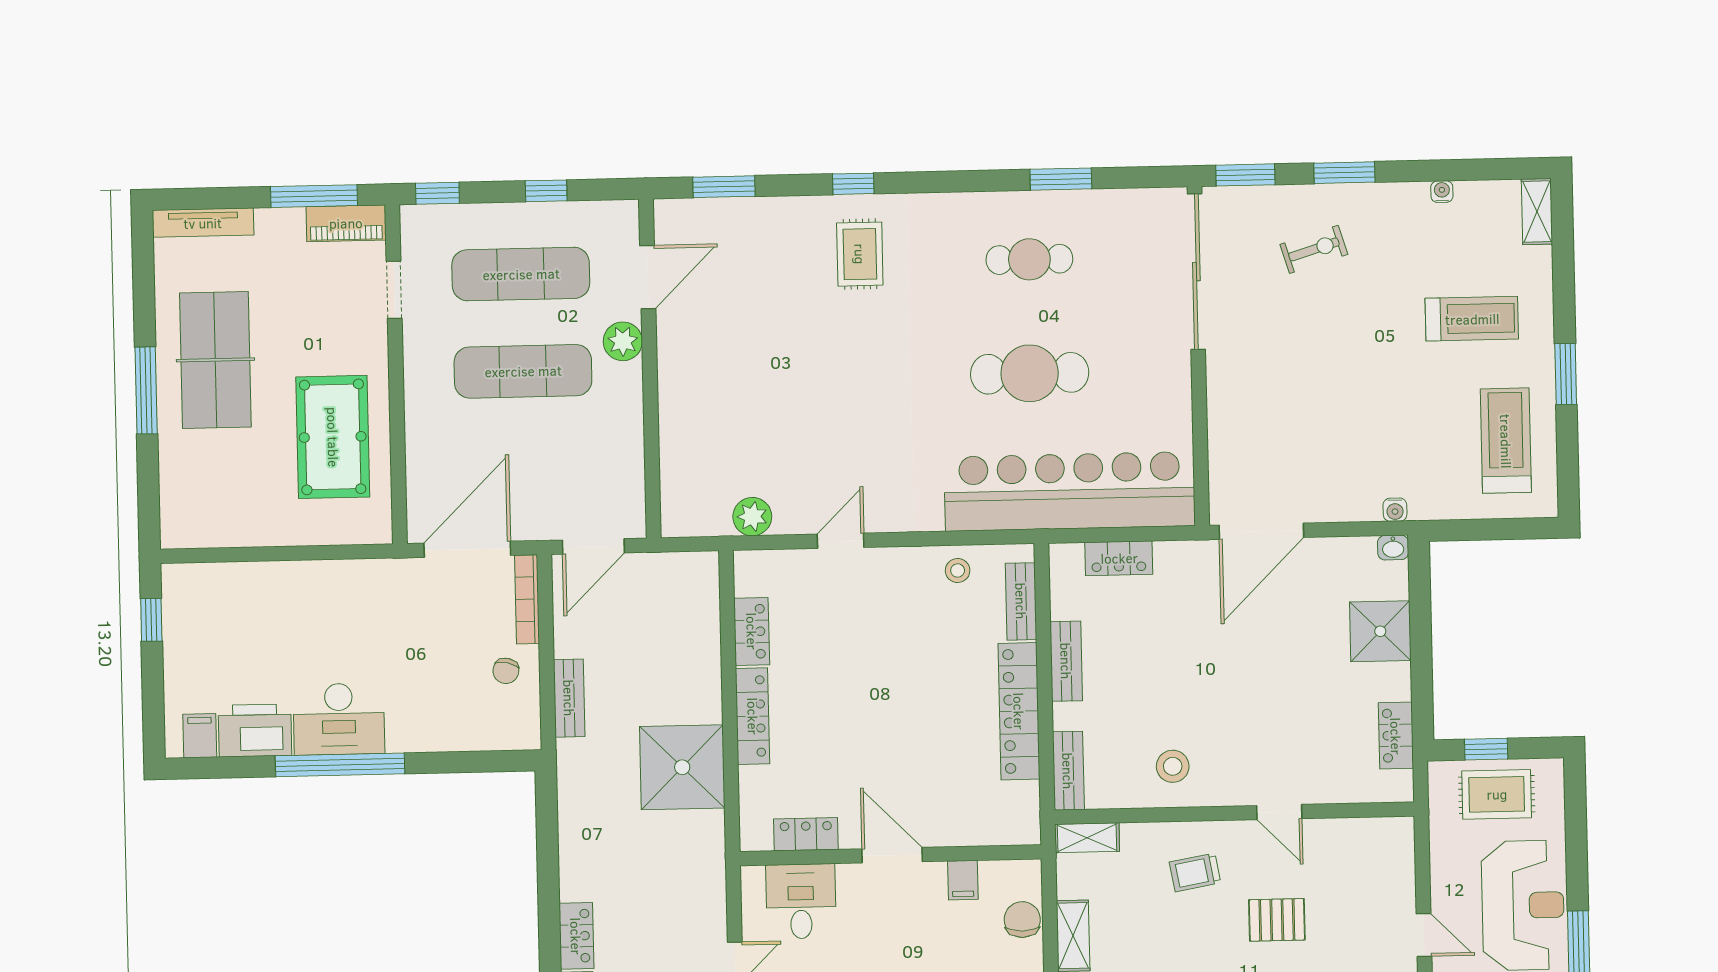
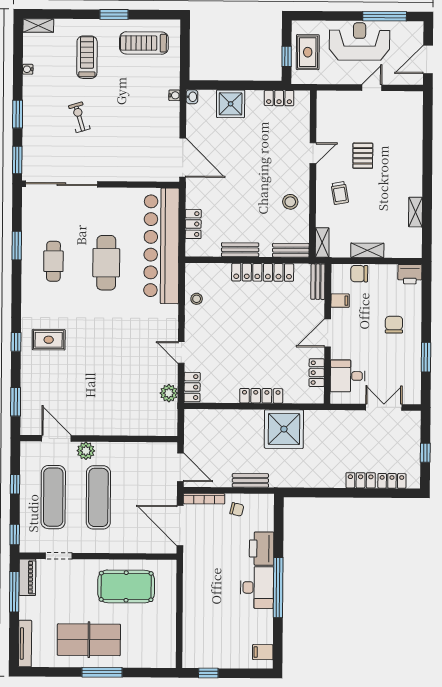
exercise bike: (1314, 249) -> (79, 117), moved
bench: (1021, 601) -> (318, 282), moved, turned 90
locker: (752, 631) -> (192, 387), moved, turned 90
printer: (255, 730) -> (262, 549), moved

